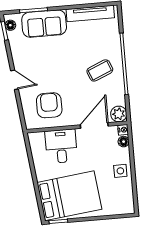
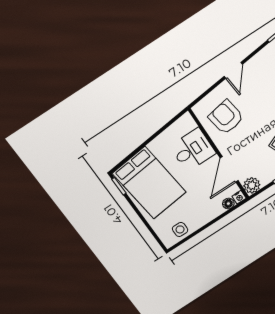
armchair: (49, 105) -> (226, 117), turned -100
door: (94, 125) -> (229, 169), swing flipped
side table: (120, 171) -> (180, 229), moved

